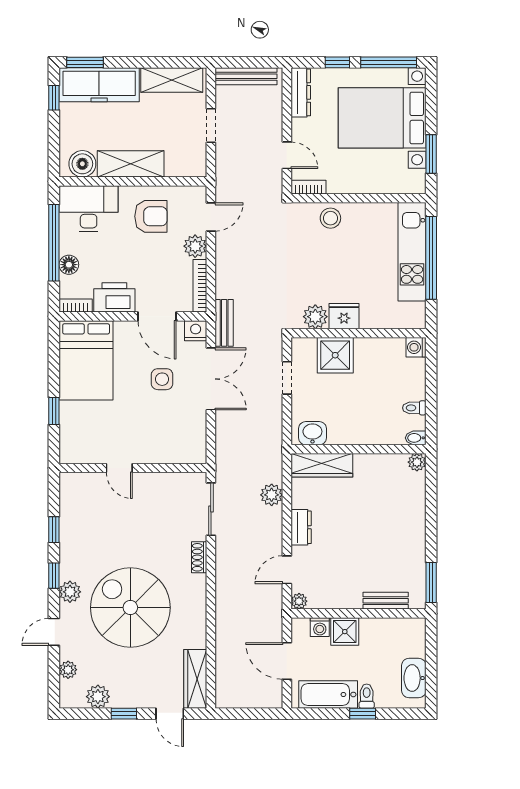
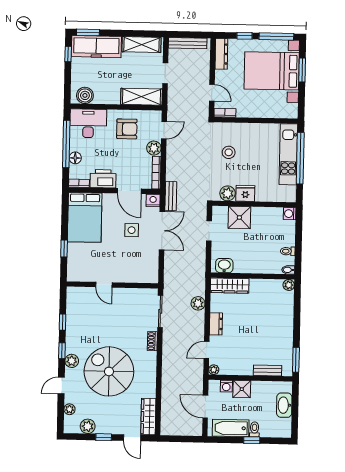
window: (431, 154) -> (302, 70), moved
shelving: (131, 164) -> (142, 97), moved
stool: (330, 218) -> (229, 152), moved
washbasin: (414, 678) -> (284, 405), moved

